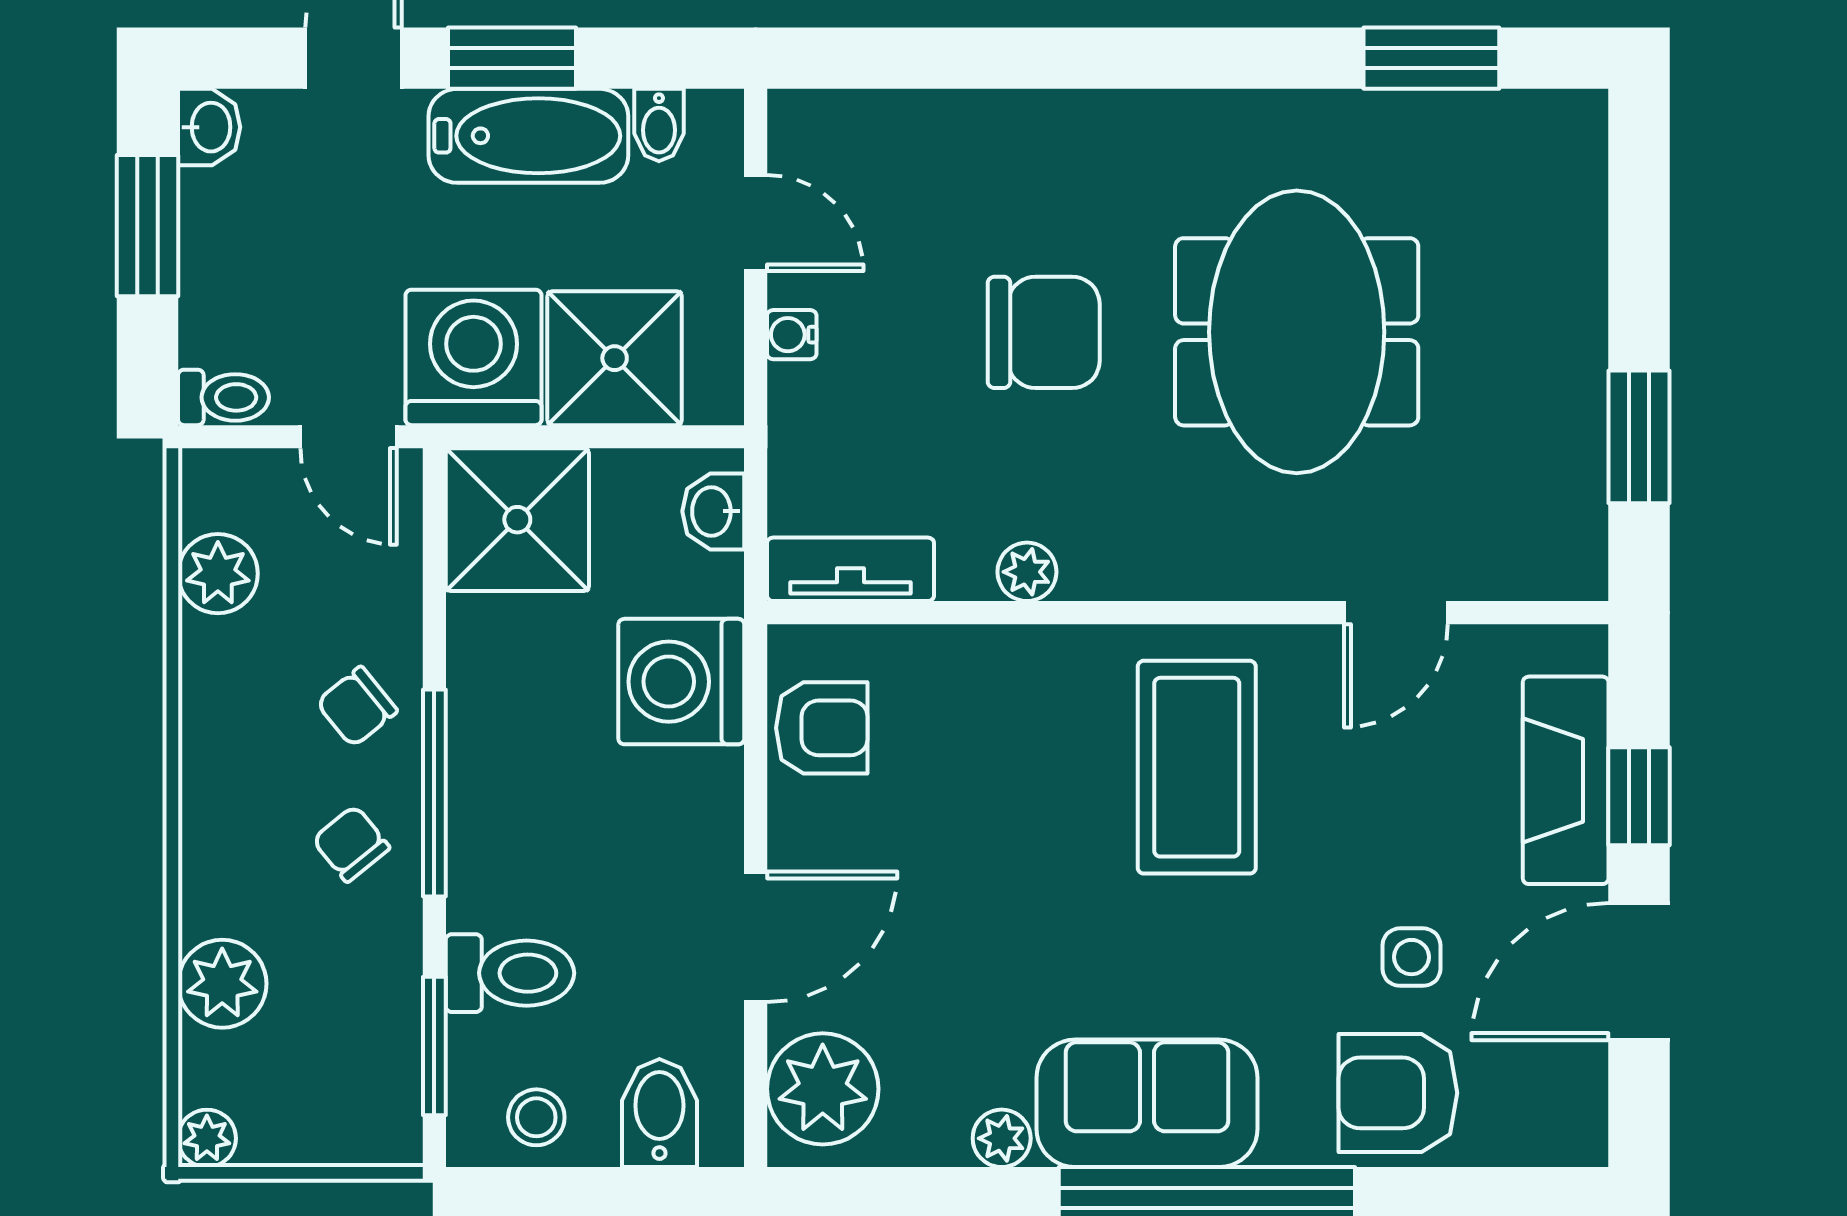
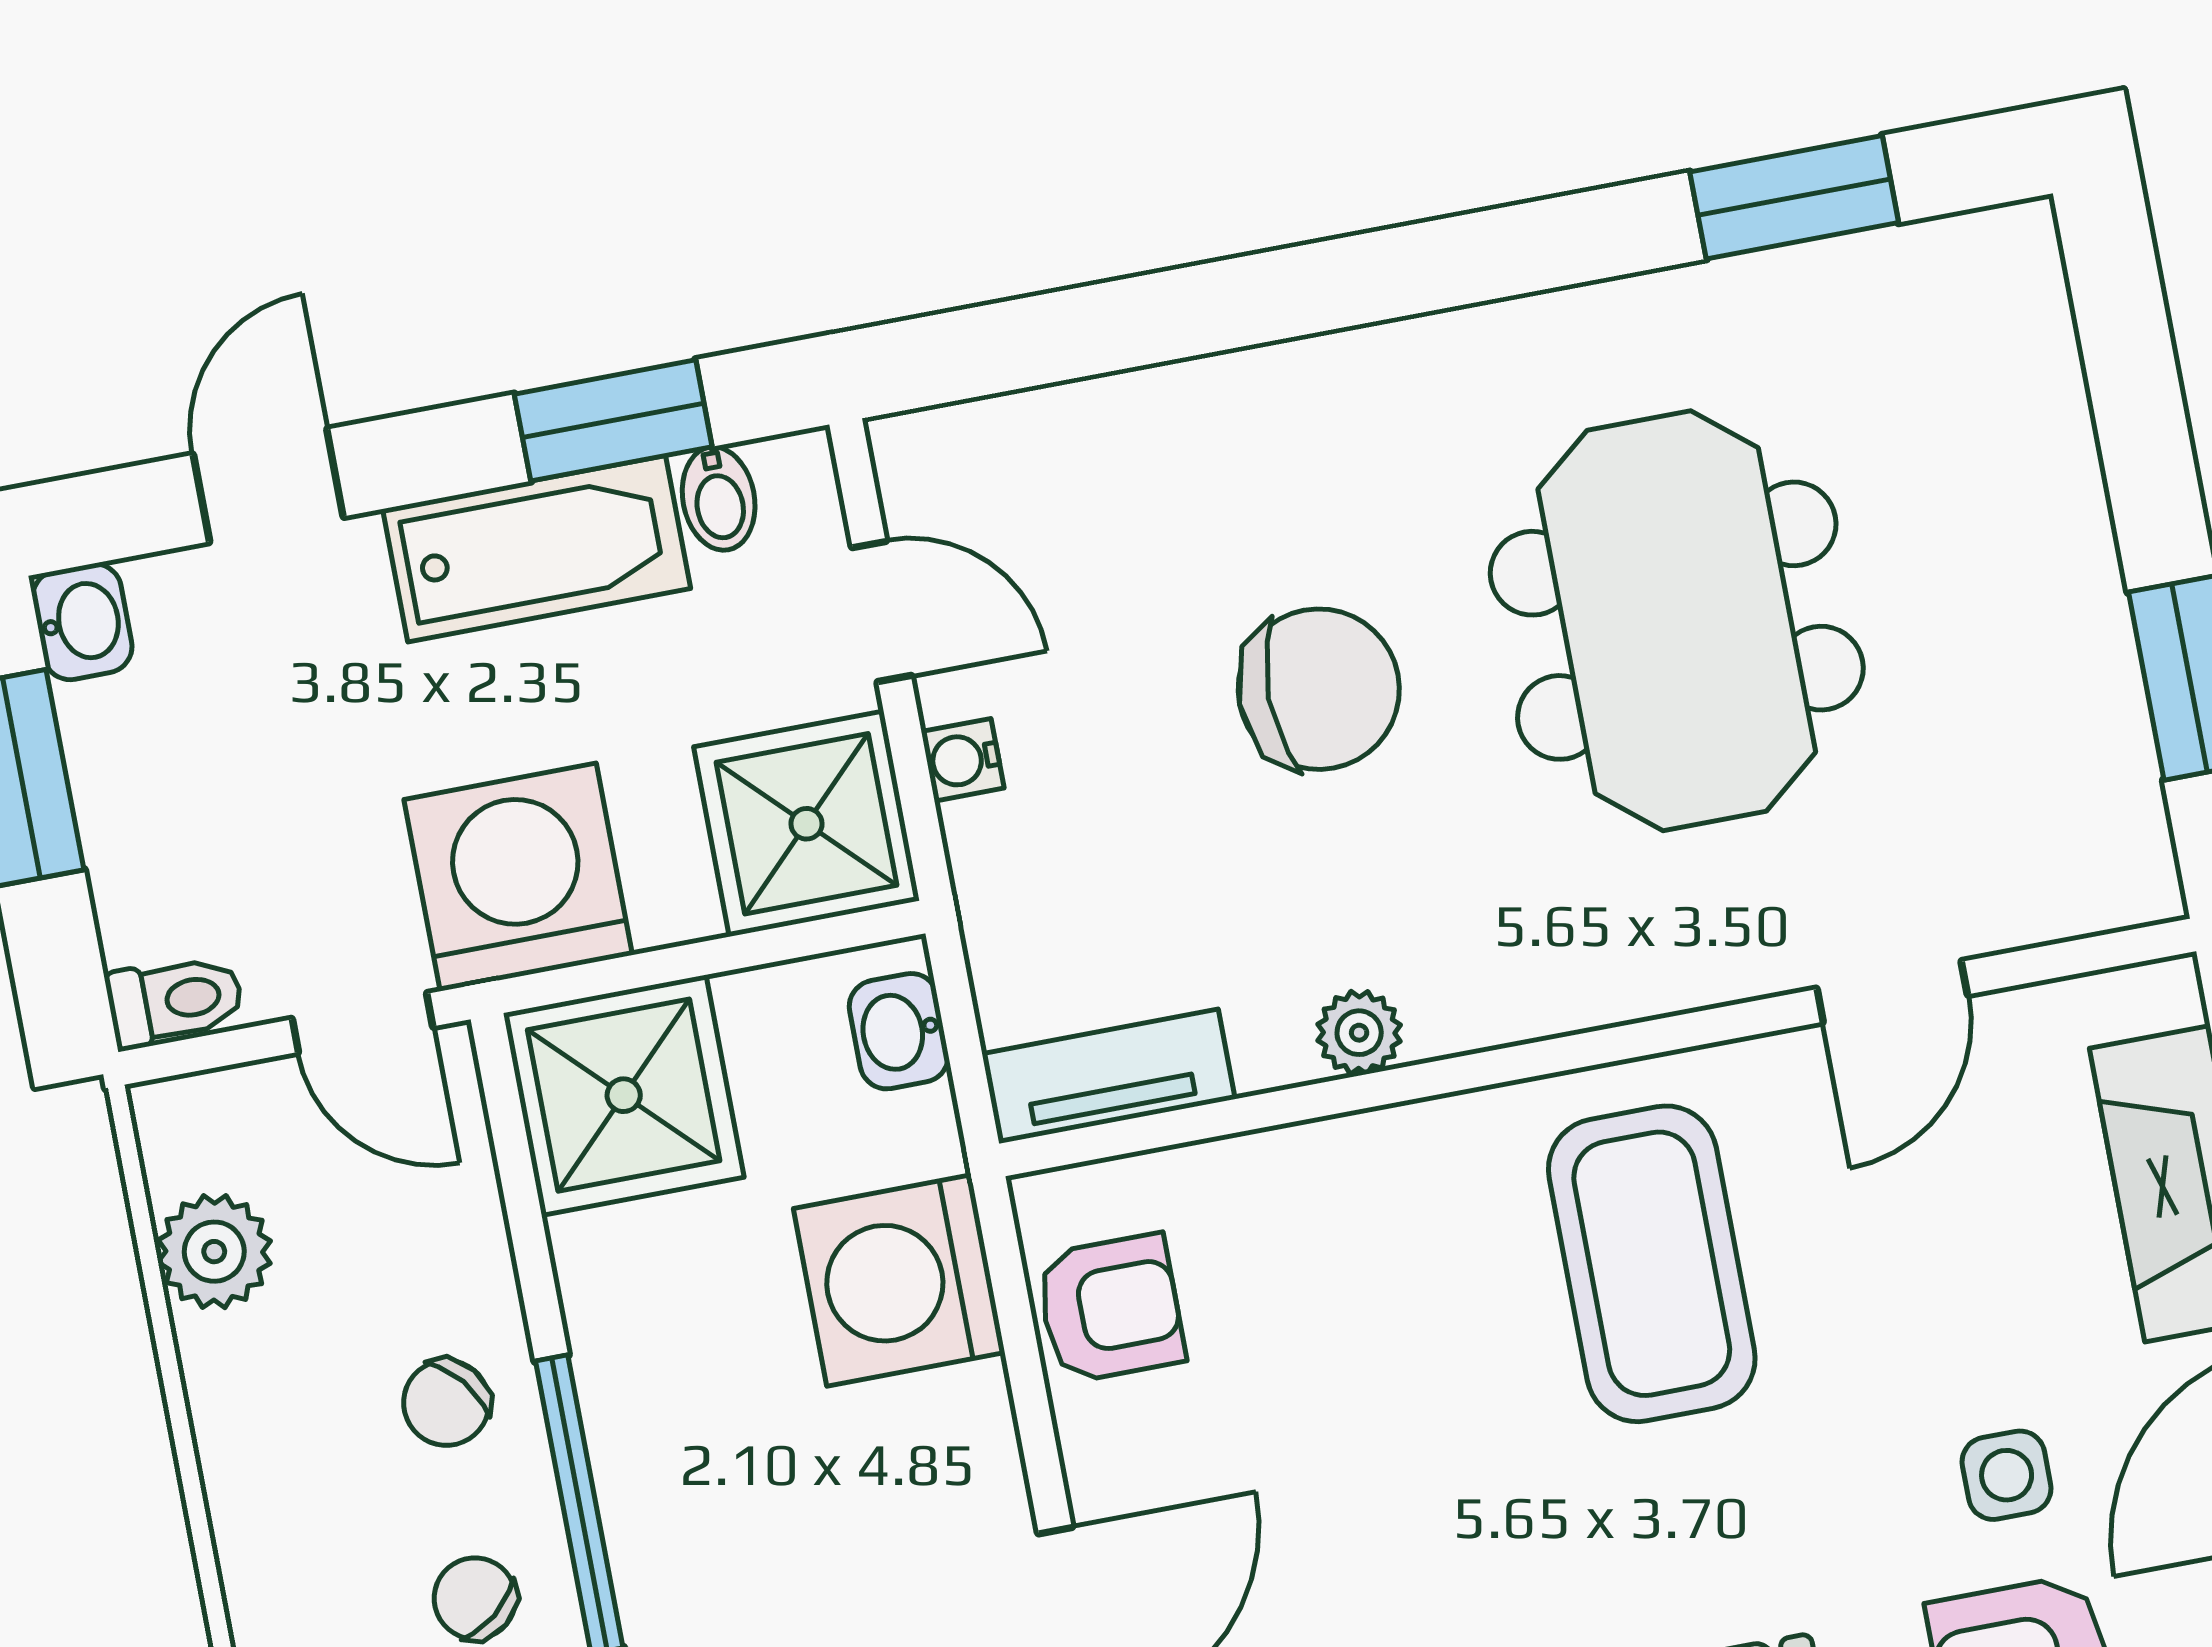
window: (512, 58) -> (613, 420), moved
shower: (615, 358) -> (806, 824), moved

